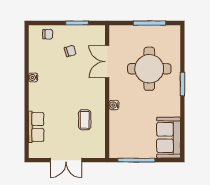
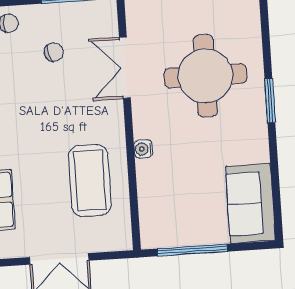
coffee table: (85, 120) -> (90, 181), width x1.86, depth x1.72

